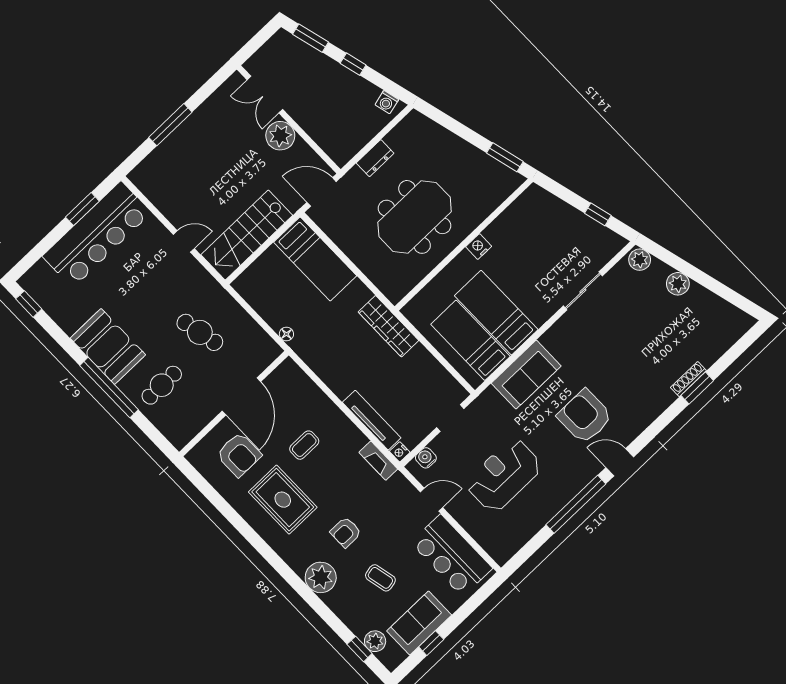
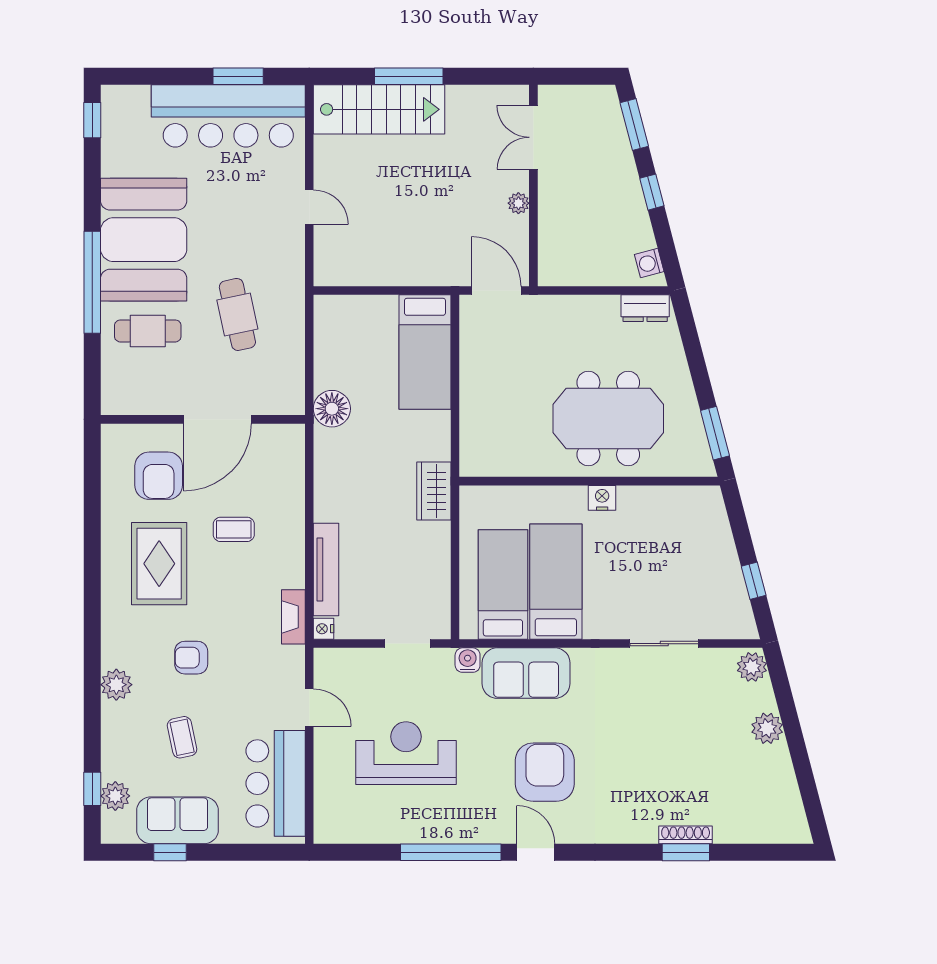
plant: (280, 136) -> (518, 203), width x0.53, depth x0.53
dresser: (375, 158) -> (645, 308), moved
meeting table: (415, 217) -> (608, 419), moved
stairs: (247, 235) -> (379, 109), moved, turned 180
wardrobe: (388, 326) -> (434, 491), width x0.67
floor lamp: (286, 334) -> (332, 409), width x1.89, depth x1.89
booth: (108, 346) -> (144, 240), width x1.36, depth x1.42
water cooler: (426, 458) -> (468, 660), moved
plant: (321, 577) -> (116, 685), width x0.73, depth x0.73

